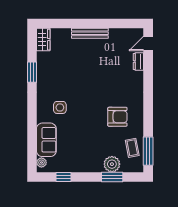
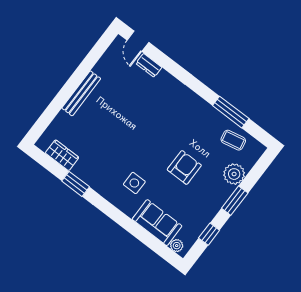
wardrobe: (43, 40) -> (62, 155), moved
armchair: (117, 117) -> (184, 167), moved
window: (148, 151) -> (231, 112), moved
window: (112, 177) -> (235, 201), moved

